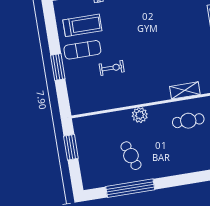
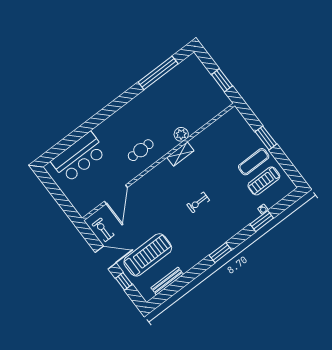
exercise bike: (112, 68) -> (198, 202), moved
shelving: (185, 90) -> (180, 154), moved
cafe table: (131, 156) -> (171, 99), removed

